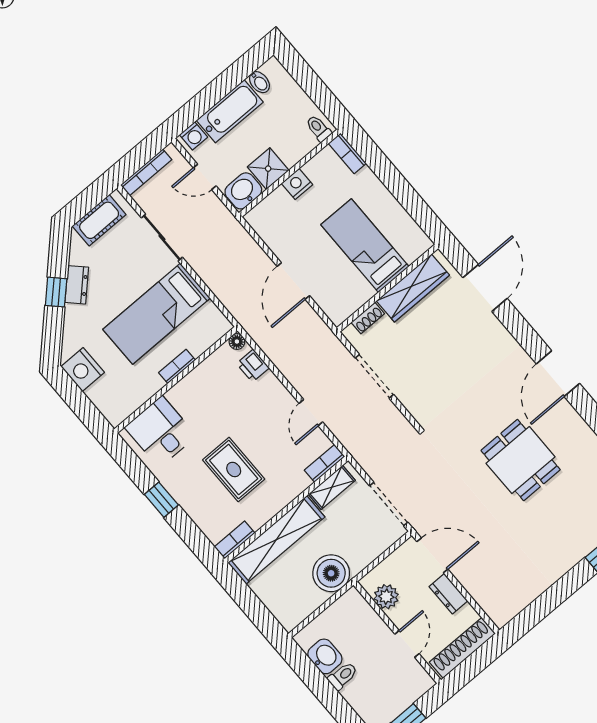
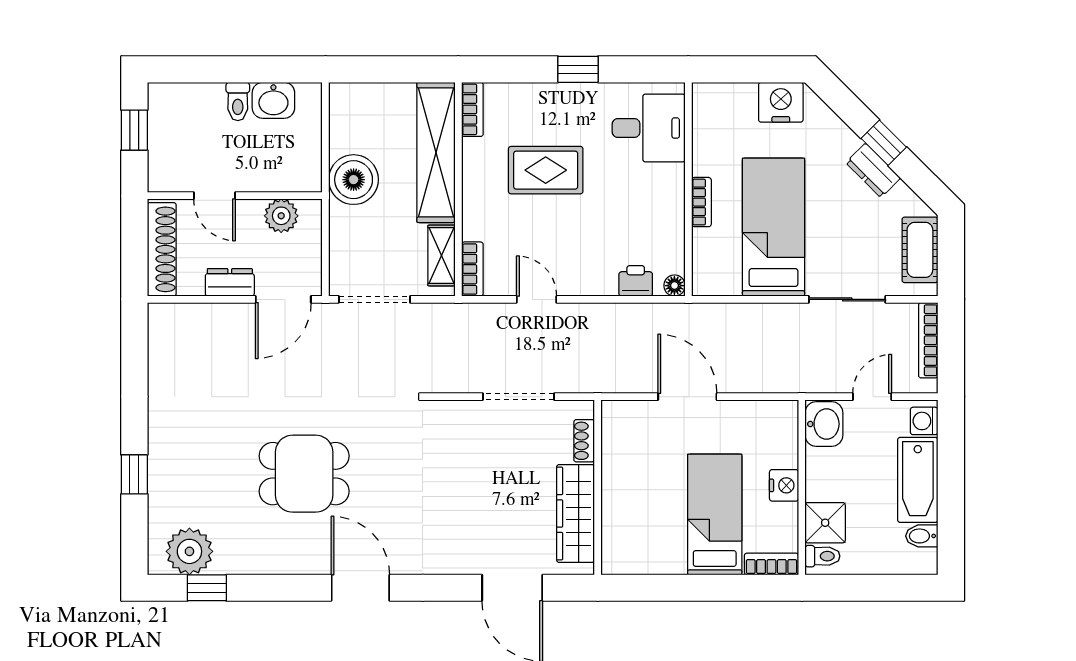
shower: (268, 169) -> (825, 523), moved
bed: (365, 246) -> (715, 515), moved, turned -90

